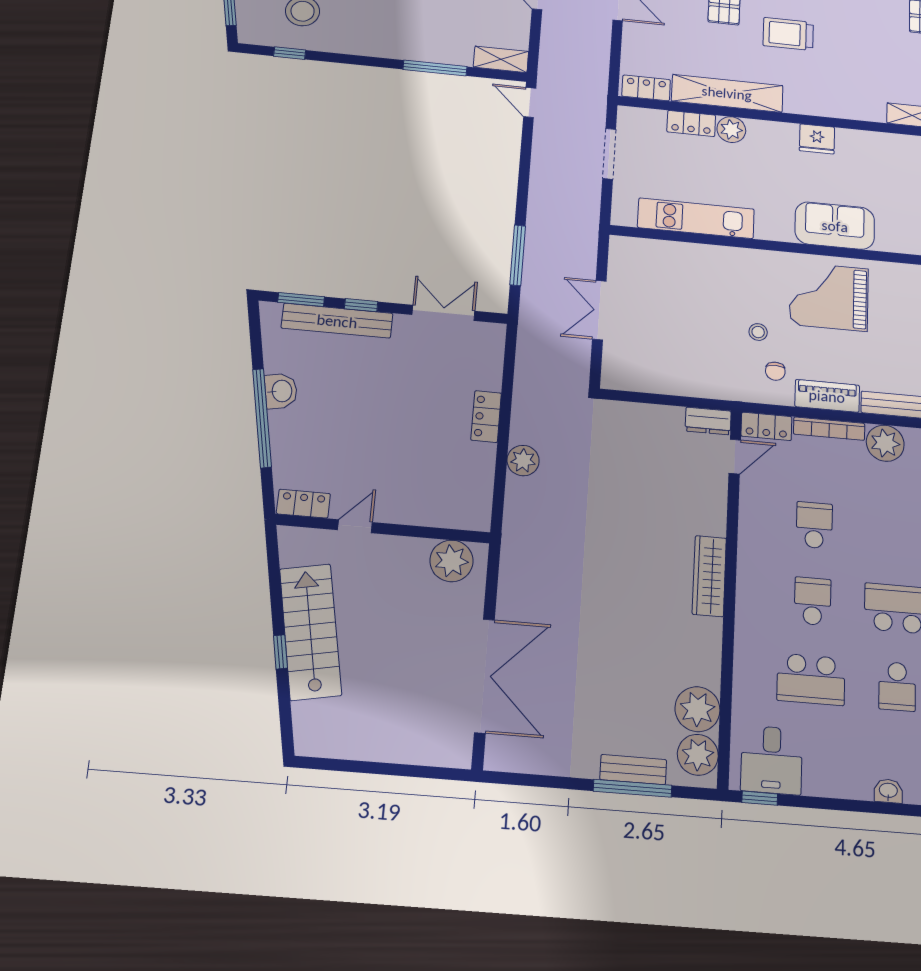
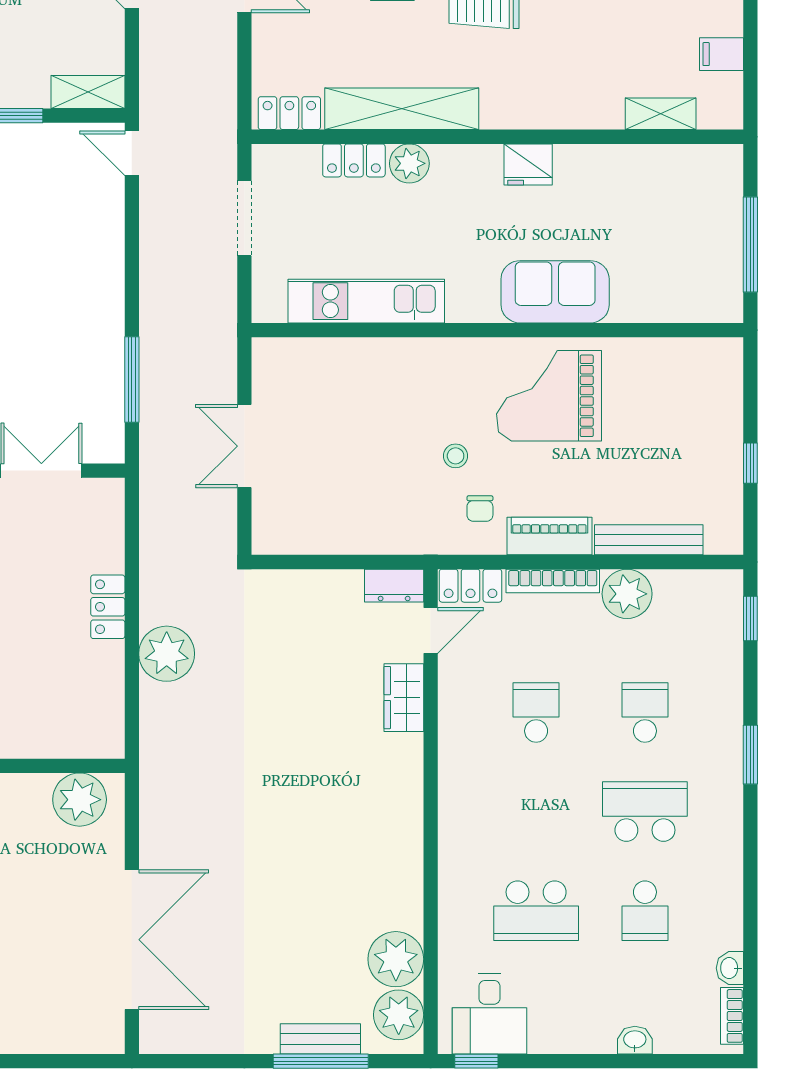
plant: (523, 461) -> (167, 654), width x1.36, depth x1.36
wardrobe: (709, 576) -> (404, 698), moved, width x0.67
school desk: (813, 601) -> (645, 712), moved

